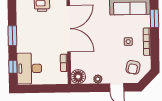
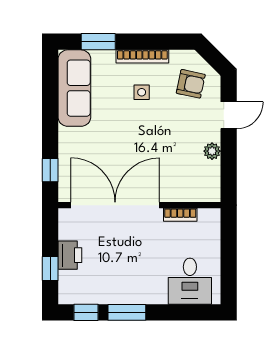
window: (13, 67) -> (86, 312), moved
desk: (29, 68) -> (190, 281), width x0.73
floor lamp: (78, 77) -> (207, 188), removed

